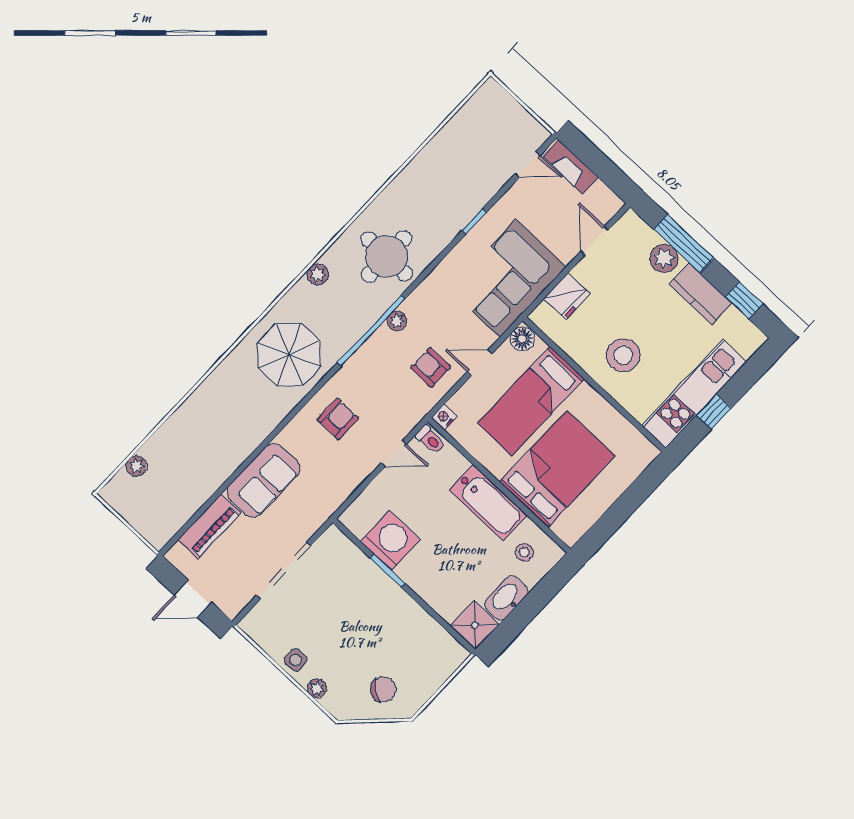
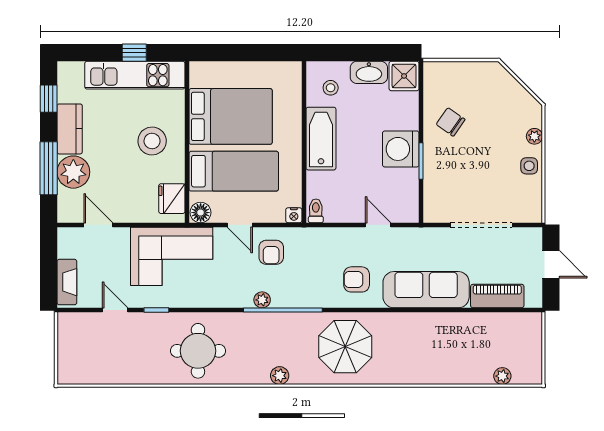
door: (528, 165) -> (115, 310), moved
door: (595, 241) -> (98, 225), swing flipped
round table: (387, 256) -> (198, 351), moved
plant: (664, 258) -> (73, 172), width x1.36, depth x1.36
fridge: (567, 296) -> (172, 199), moved, turned -90
door: (394, 454) -> (378, 225), moved
bed: (557, 469) -> (231, 116), moved, turned 180
sofa: (263, 480) -> (426, 290), width x1.36
washing machine: (391, 541) -> (401, 149), moved
chair: (383, 689) -> (451, 122), moved

